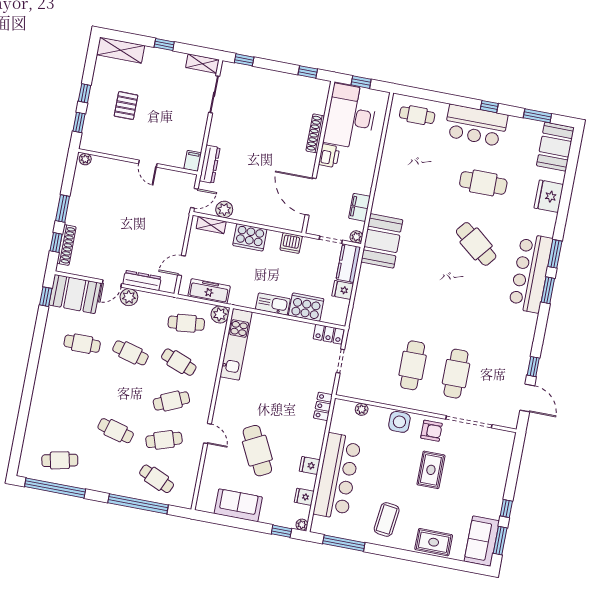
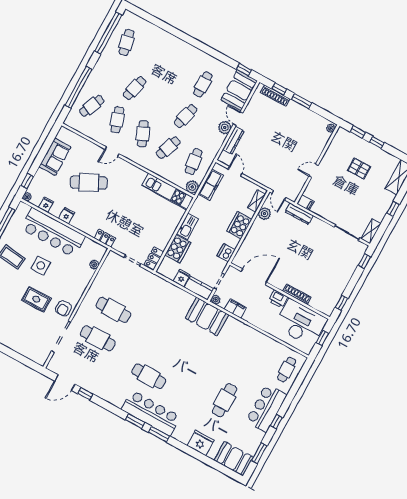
cafe table: (476, 244) -> (149, 376), moved, turned 51
side table: (399, 422) -> (41, 265), moved

